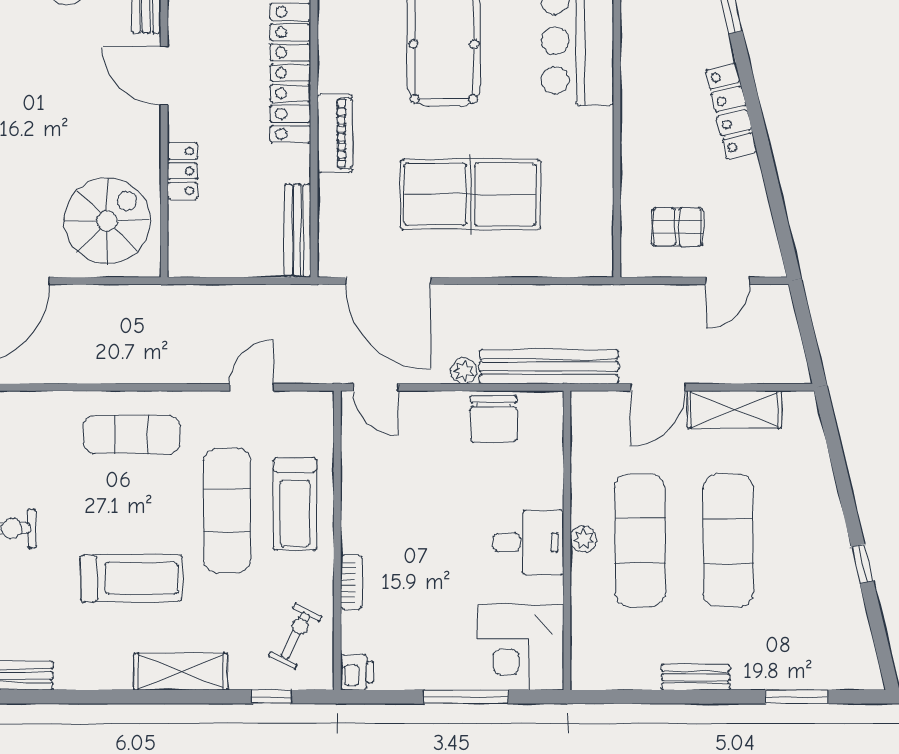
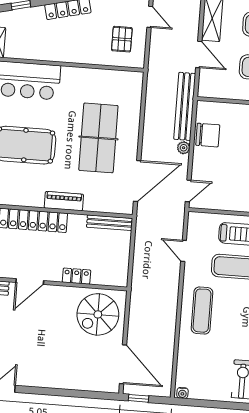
spiral stairs: (107, 221) -> (98, 314), turned -90

